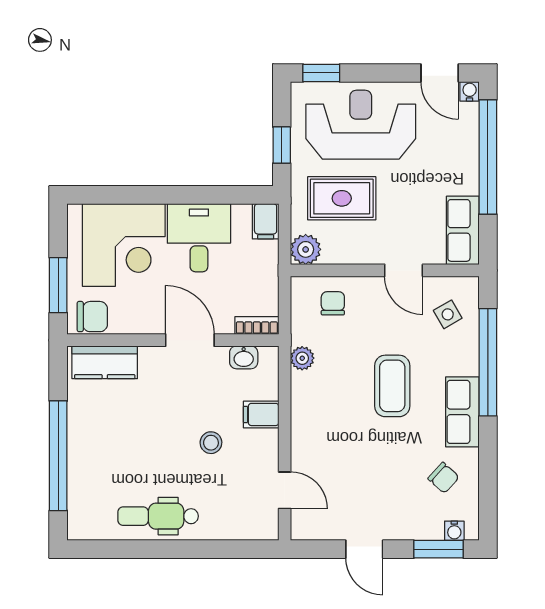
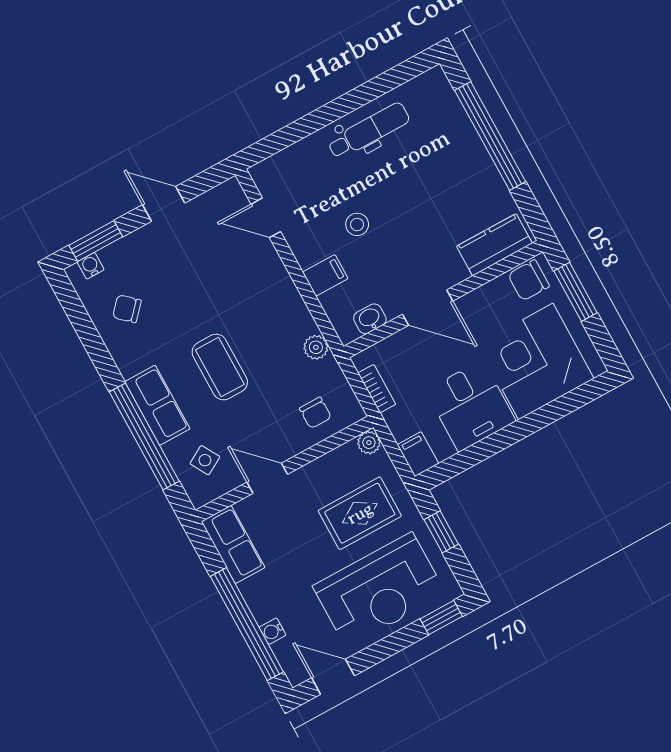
water cooler: (470, 91) -> (273, 631), moved, turned 90
plant: (306, 249) -> (369, 443), width x0.73, depth x0.73
bookcase: (257, 325) -> (377, 389), moved, turned -90
row of seats: (462, 412) -> (157, 405), moved

